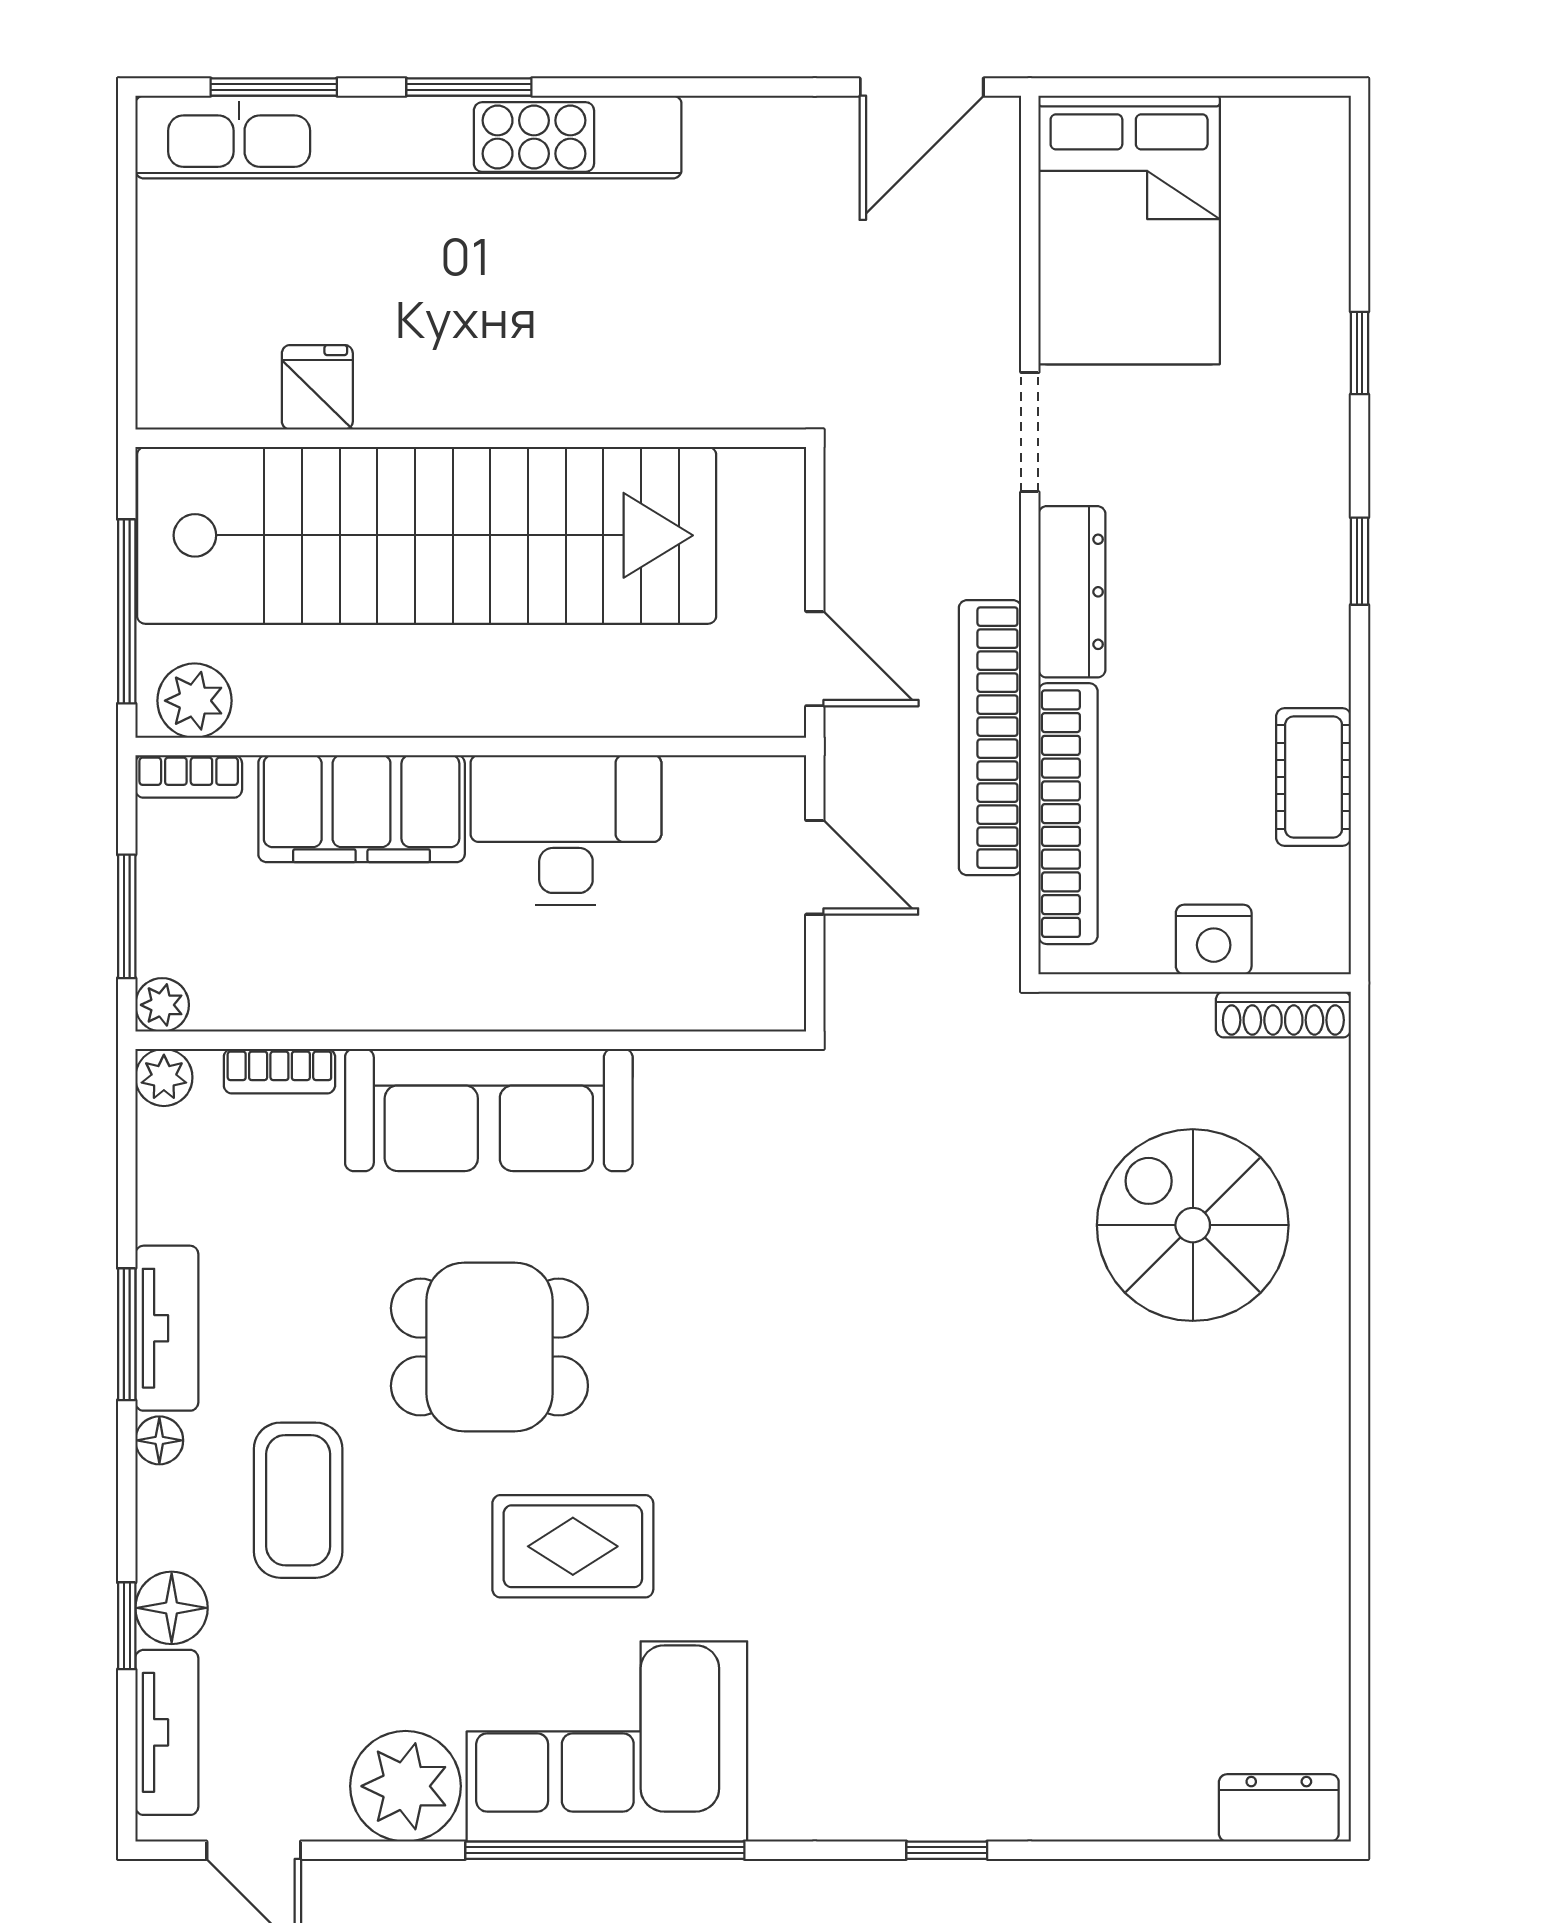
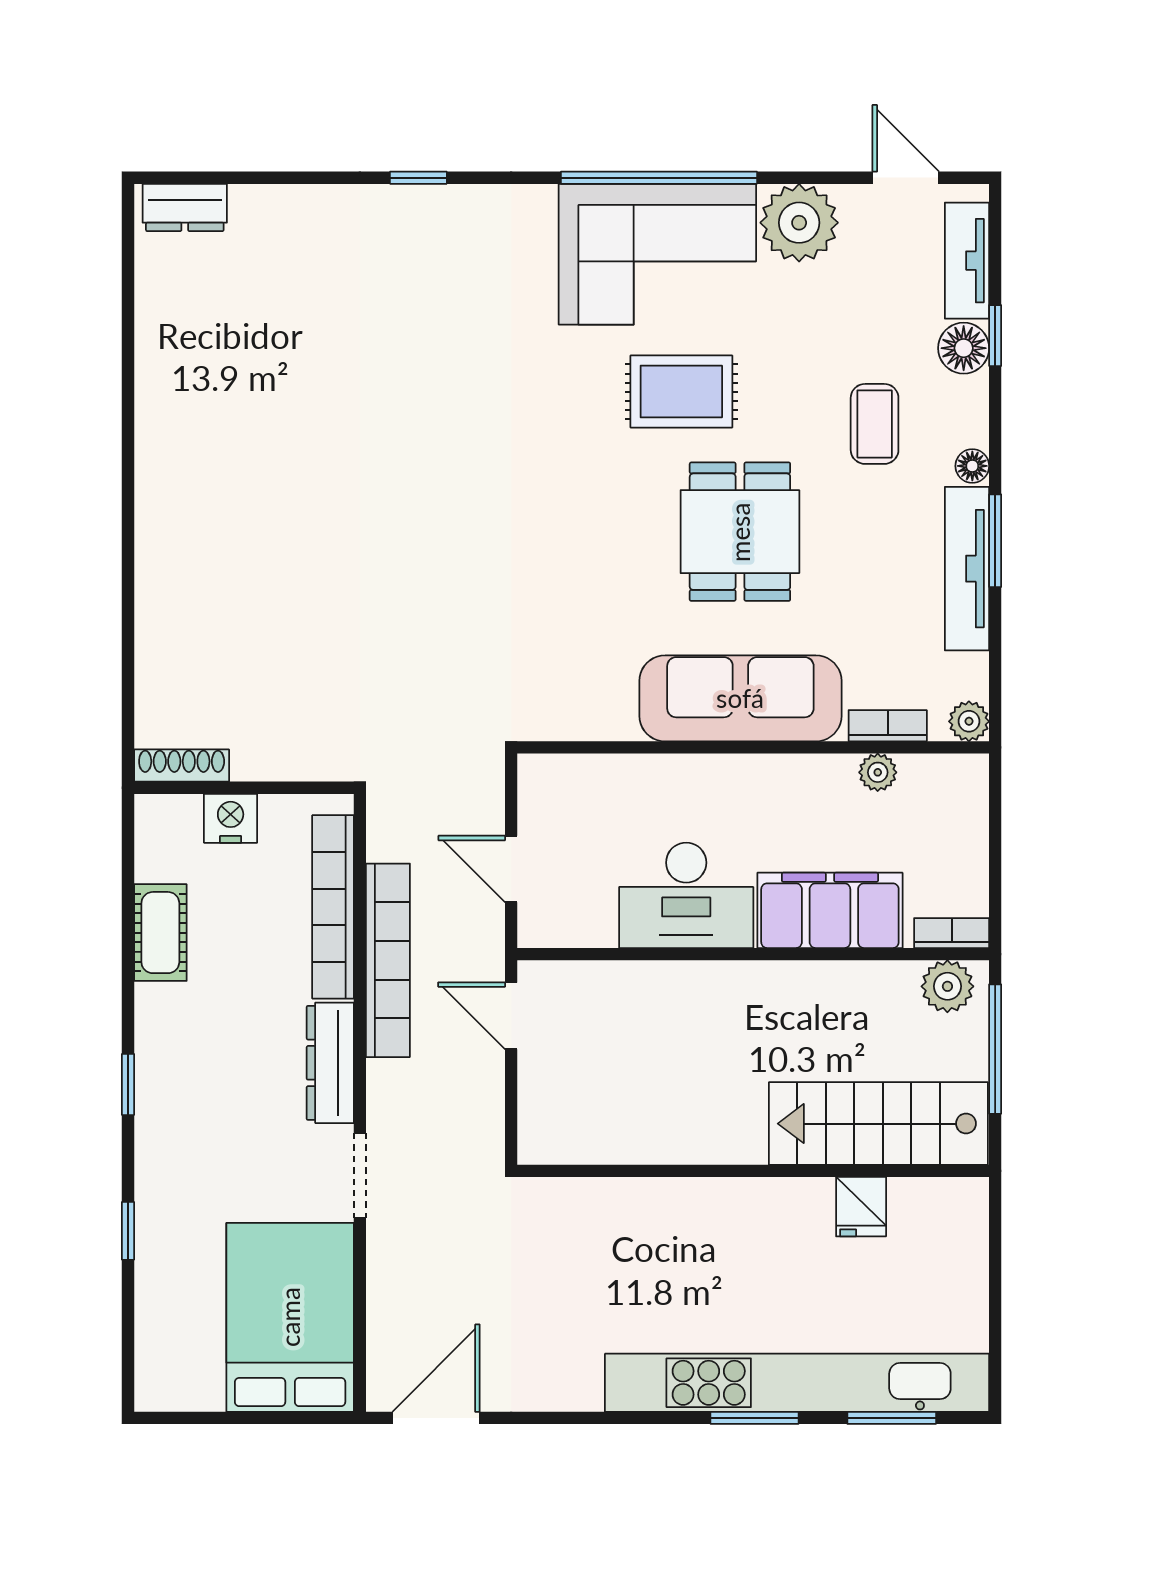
stairs: (427, 535) -> (878, 1124), width x0.54, depth x0.66
window: (127, 916) -> (995, 835), removed
plant: (162, 1005) -> (878, 772), moved
spiral stairs: (1193, 1225) -> (245, 617), removed
tv unit: (167, 1328) -> (967, 569), width x1.41
dining table: (489, 1347) -> (740, 532), turned 90
coffee table: (298, 1500) -> (875, 424), width x0.73, depth x0.77

